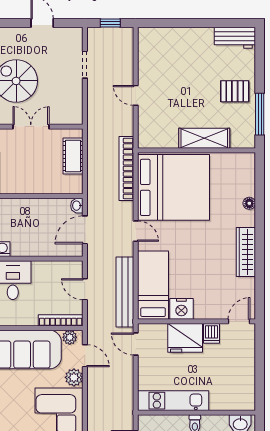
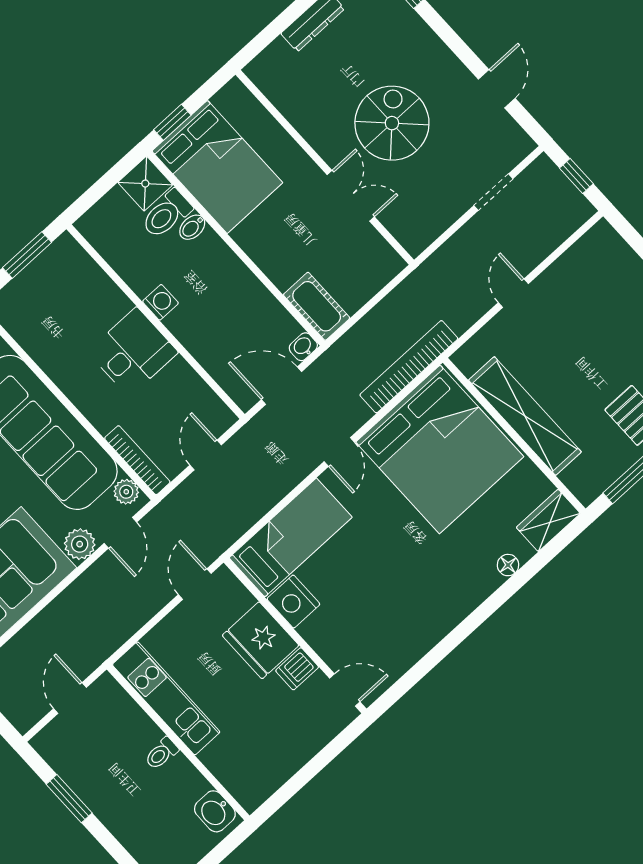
shelving: (204, 138) -> (525, 416), width x1.47
cot: (73, 156) -> (317, 306), moved, turned 90
wardrobe: (246, 252) -> (548, 520), moved, width x0.67
bench: (125, 292) -> (249, 509), removed

